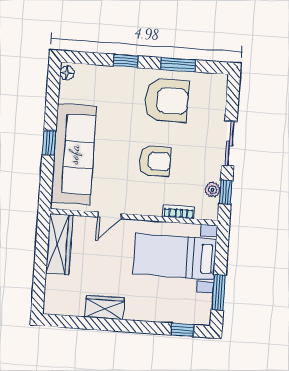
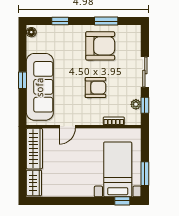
window: (126, 61) -> (60, 21), moved
bed with nightstands: (175, 257) -> (118, 169), moved, turned 90
wardrobe: (105, 308) -> (34, 183), moved, turned 90

